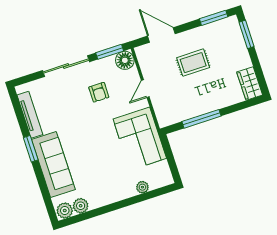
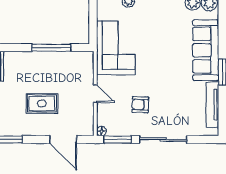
floor lamp: (125, 60) -> (102, 131), width x0.53, depth x0.53
door: (145, 89) -> (95, 94), hinge flipped
armchair: (99, 92) -> (140, 105), turned -88

